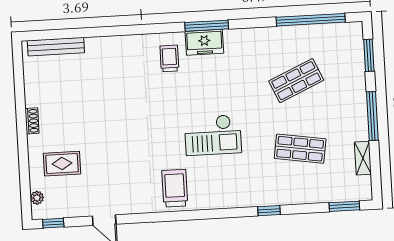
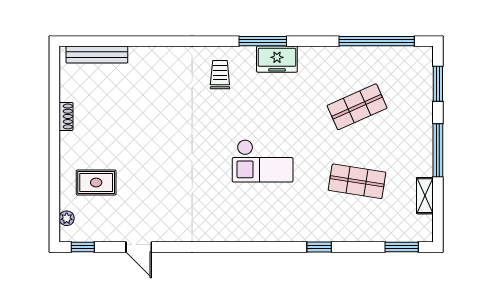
freezer: (204, 42) -> (277, 59), moved
shoe rack: (32, 121) -> (66, 116), moved
trolley: (175, 188) -> (218, 216), removed

